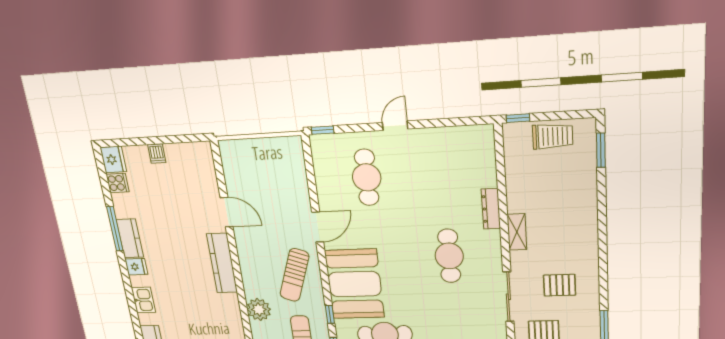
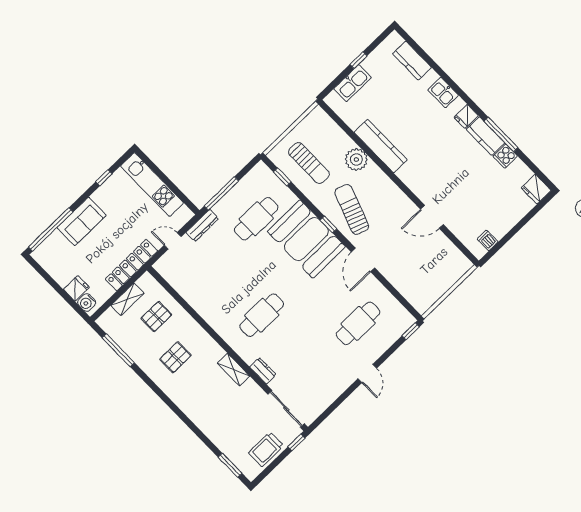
dishwasher: (157, 154) -> (488, 240), moved
cafe table: (367, 177) -> (358, 323), turned 90
cooker: (117, 183) -> (505, 156), moved
dresser: (491, 209) -> (263, 371), width x0.70
cafe table: (449, 256) -> (262, 315), turned 90
kitchen counter: (222, 263) -> (381, 146), moved
sliding door: (508, 297) -> (286, 409), moved
window: (330, 314) -> (328, 224), moved

